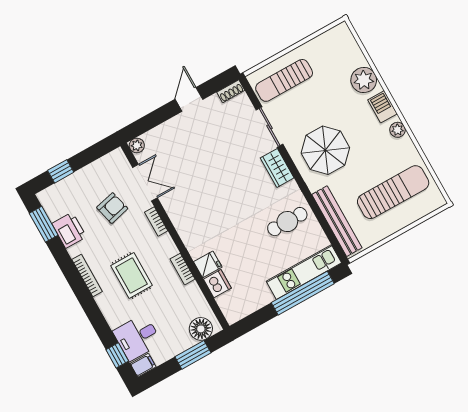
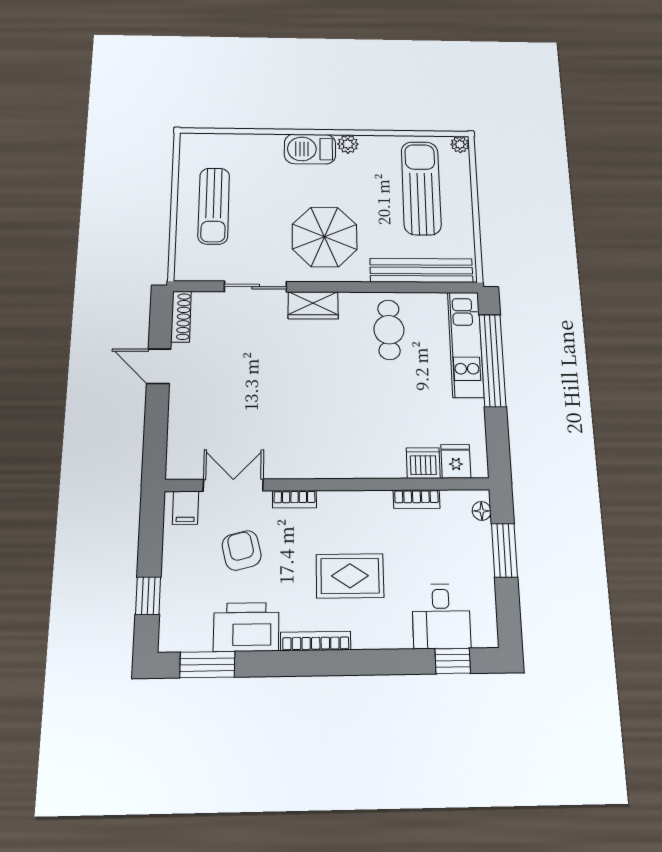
sun lounger: (284, 80) -> (214, 206), moved
plant: (364, 80) -> (460, 144), moved, width x0.53, depth x0.53
shoe rack: (231, 91) -> (181, 317), width x1.43
barbecue: (382, 107) -> (310, 149), width x1.38, depth x1.27
plant: (137, 145) -> (177, 468), removed
printer: (69, 230) -> (246, 627), width x1.37, depth x1.19
fridge: (208, 264) -> (456, 461), moved
bookcase: (182, 269) -> (417, 499), moved
floor lamp: (201, 329) -> (482, 511), width x0.53, depth x0.53
filing cabinet: (143, 365) -> (186, 508), moved, turned 180

